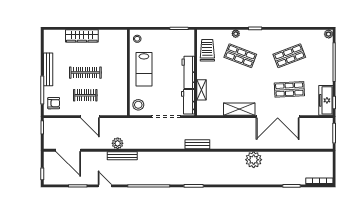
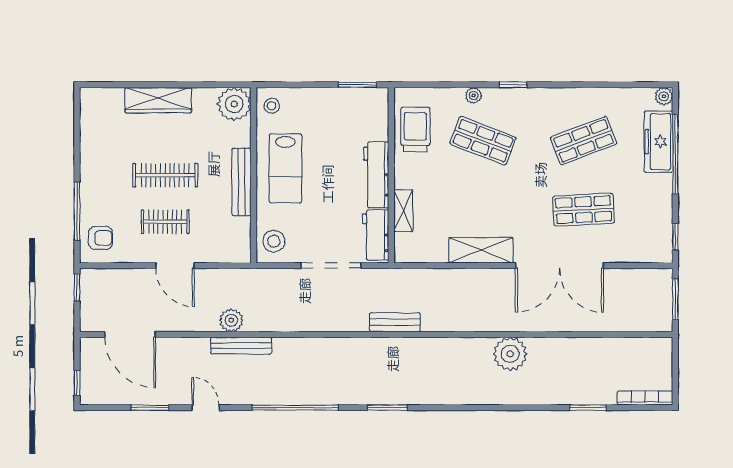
plant: (119, 38) -> (234, 104), added
bench: (48, 69) -> (241, 182), moved
freezer: (326, 100) -> (658, 142), moved

